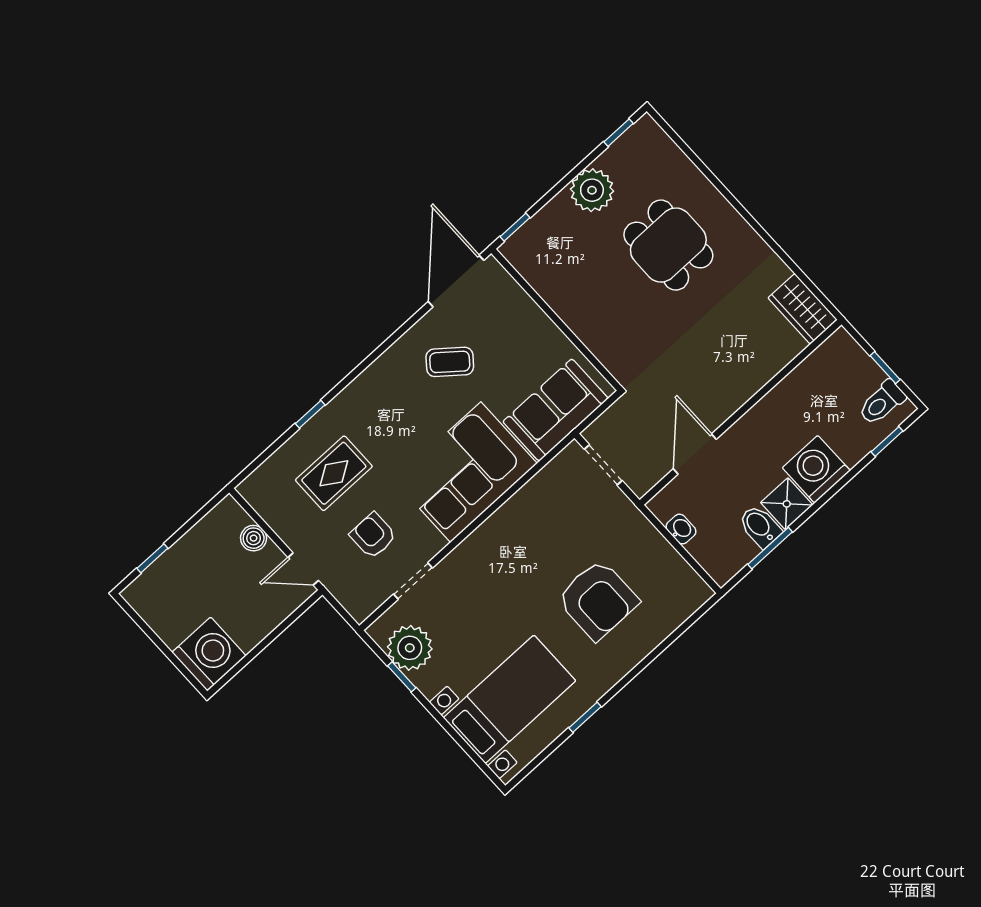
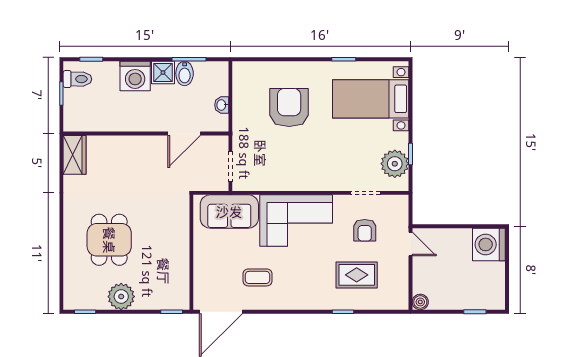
coffee table: (450, 362) -> (257, 277), turned -39
boiler: (254, 538) -> (420, 302), moved

